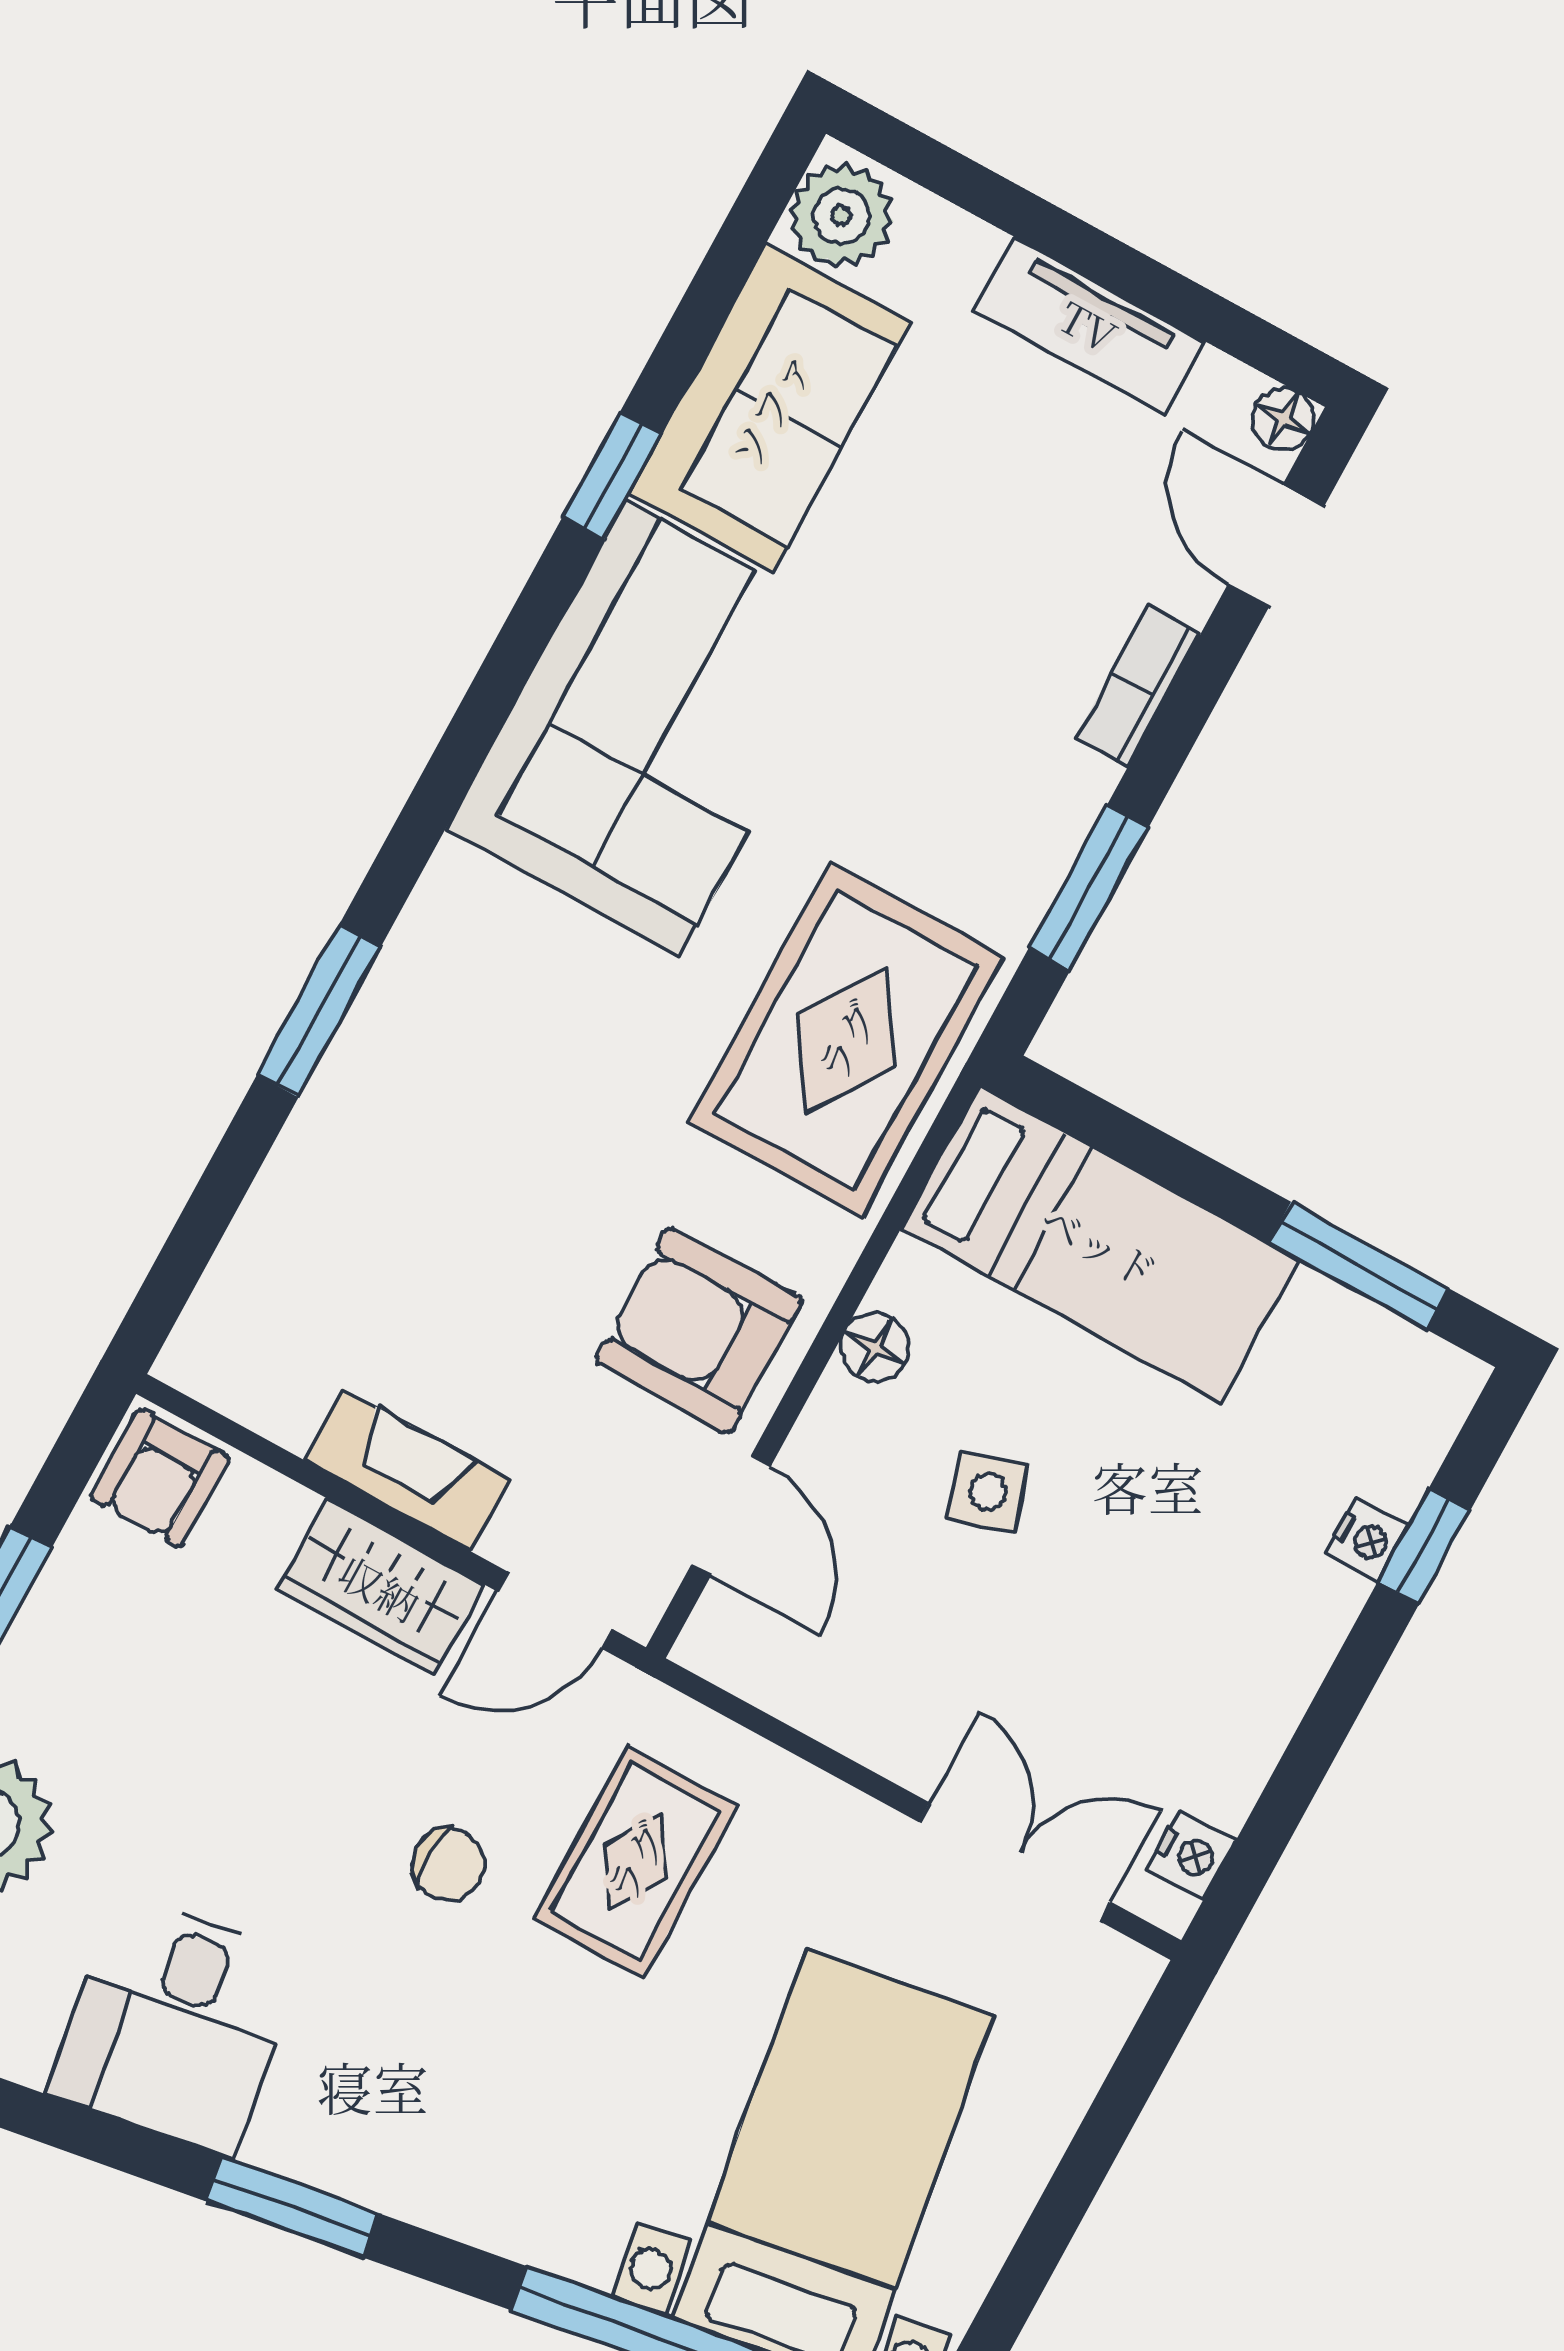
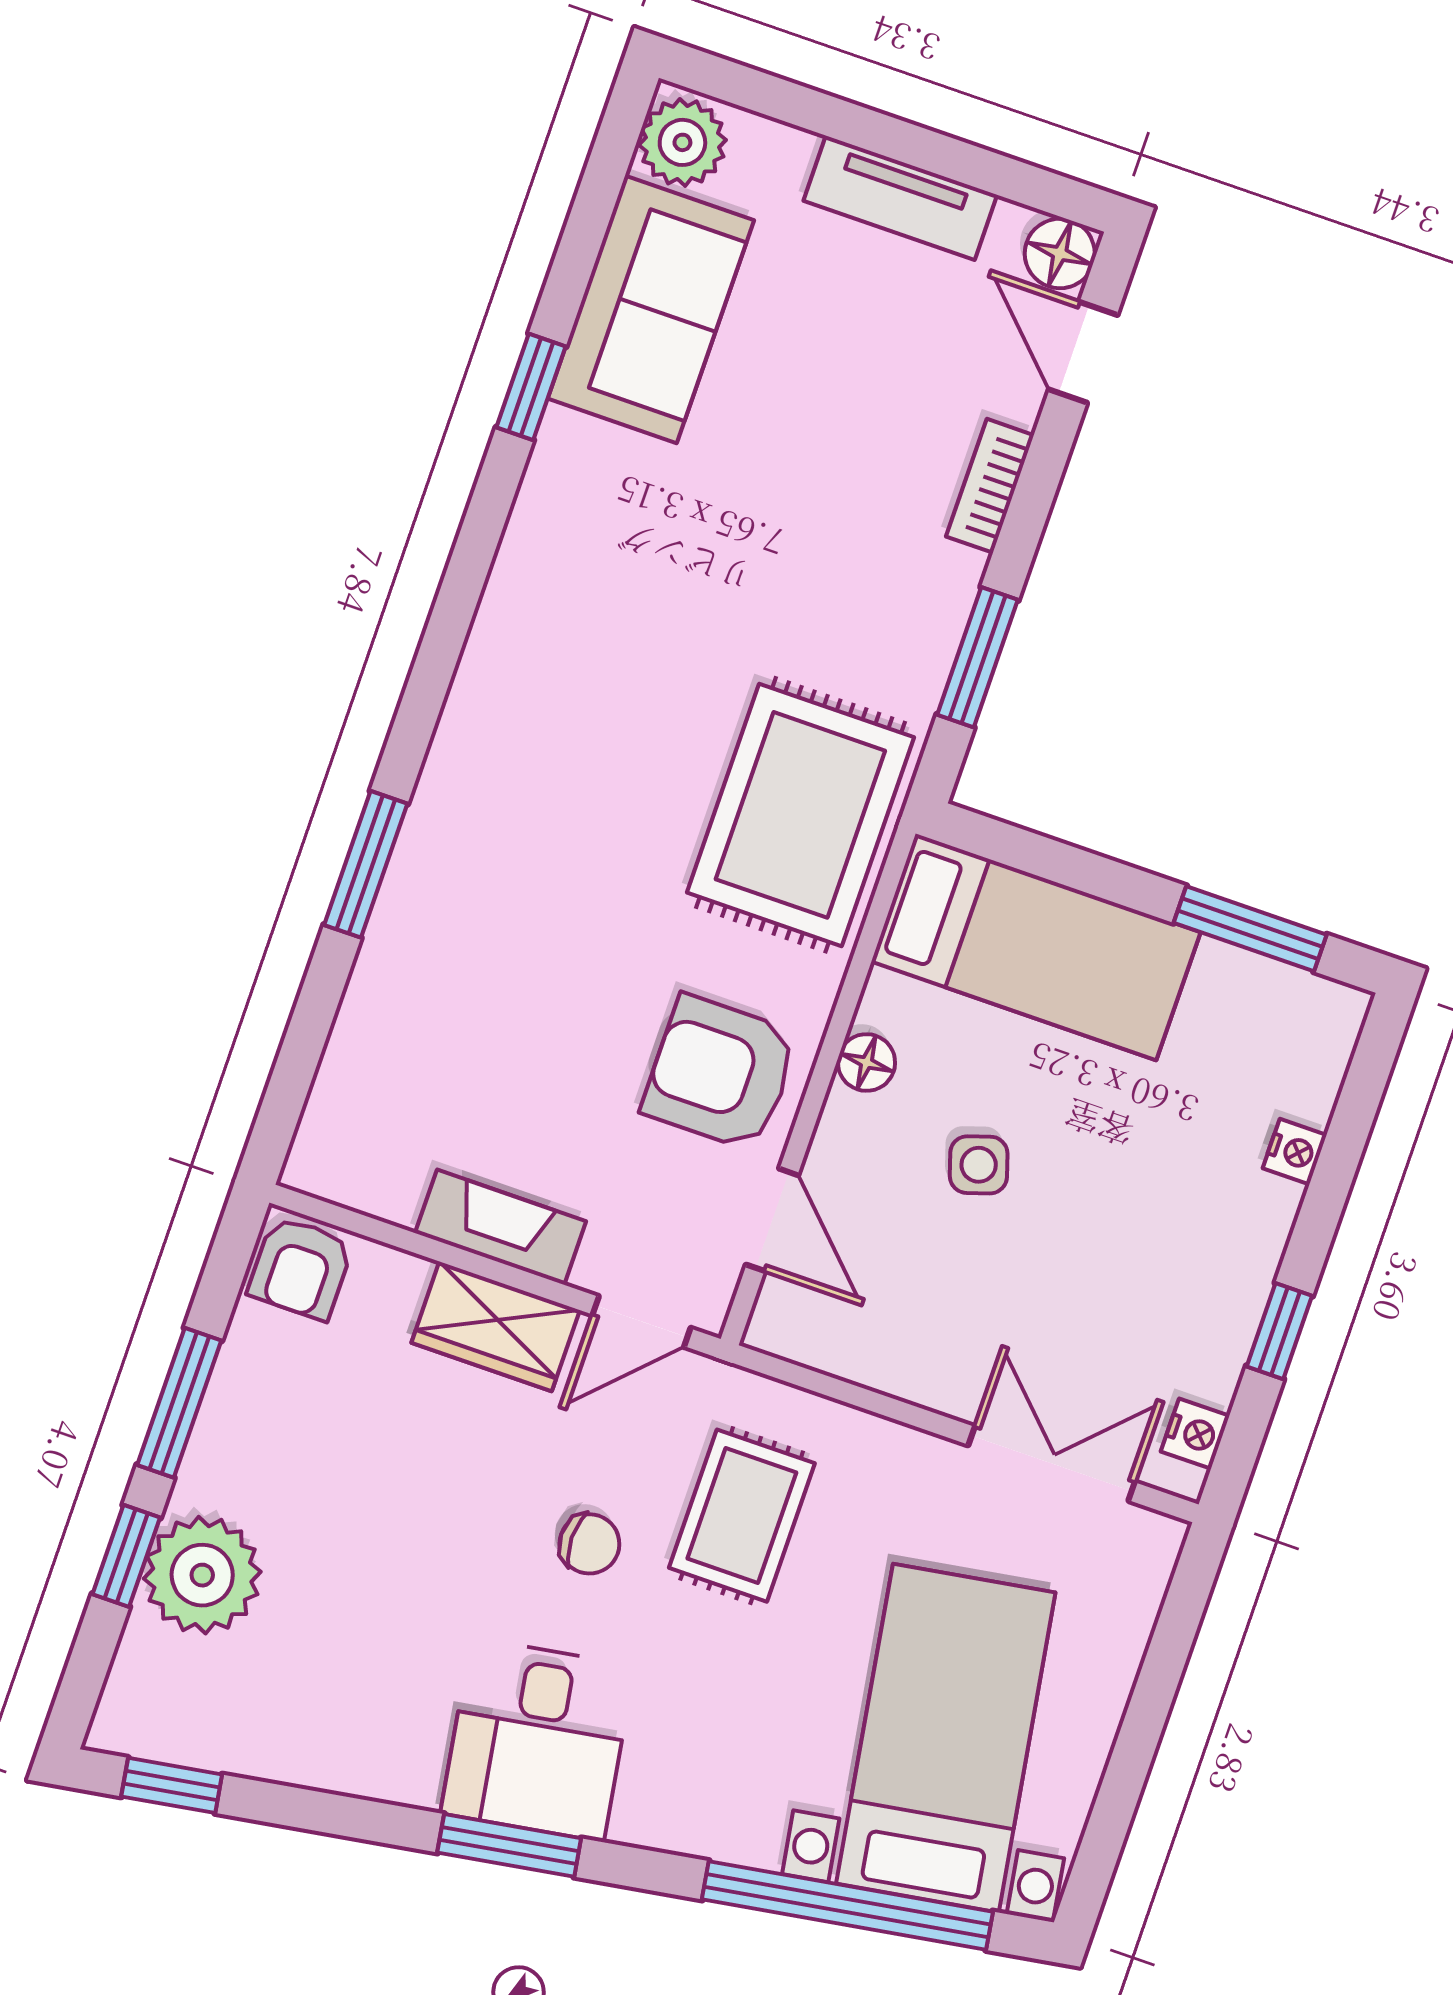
floor lamp: (1283, 419) -> (1060, 253), width x1.37, depth x1.37
corner sofa: (653, 729) -> (599, 588), removed
window: (1424, 1546) -> (1279, 1331), moved
desk: (175, 2026) -> (538, 1740), moved

